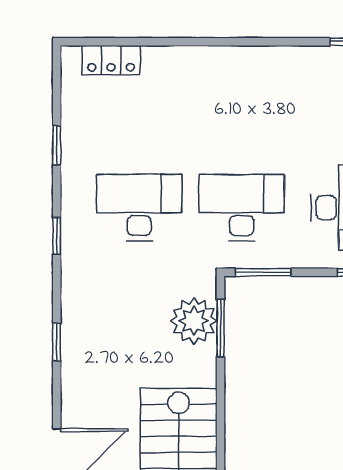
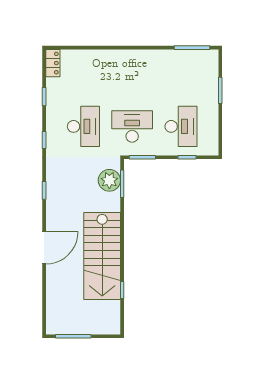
locker: (111, 60) -> (53, 63), moved, turned -90
desk: (139, 208) -> (83, 126), turned 90

